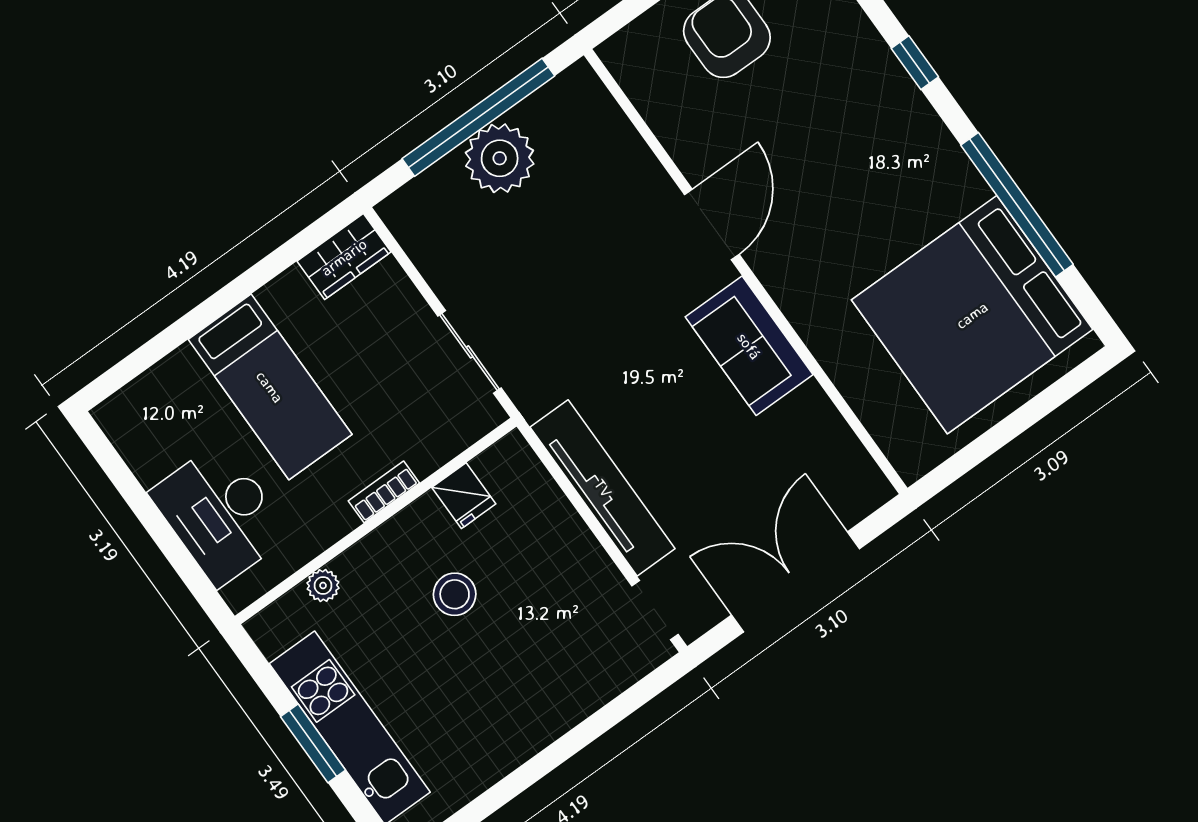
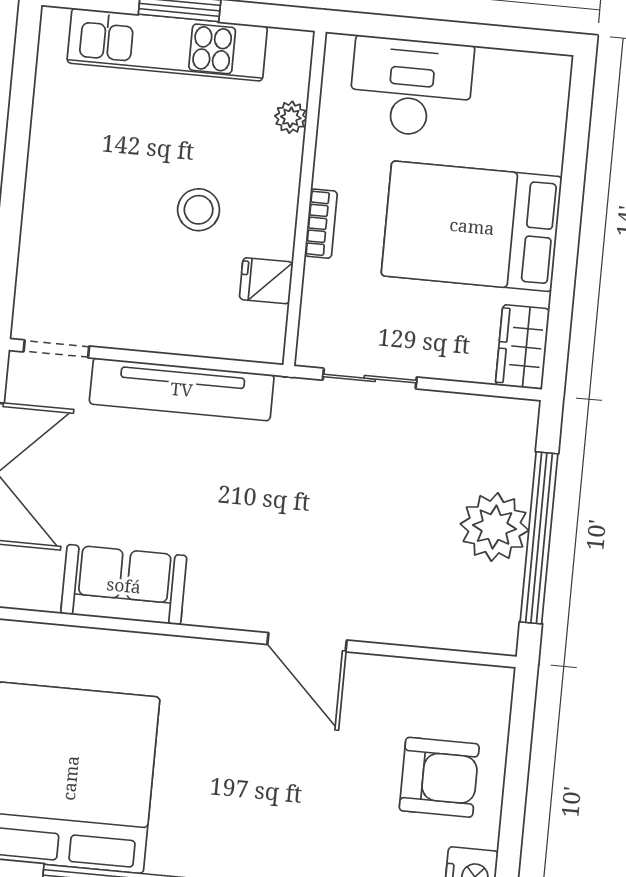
sofa: (749, 346) -> (124, 585), moved
bed: (270, 387) -> (472, 226), width x1.50

